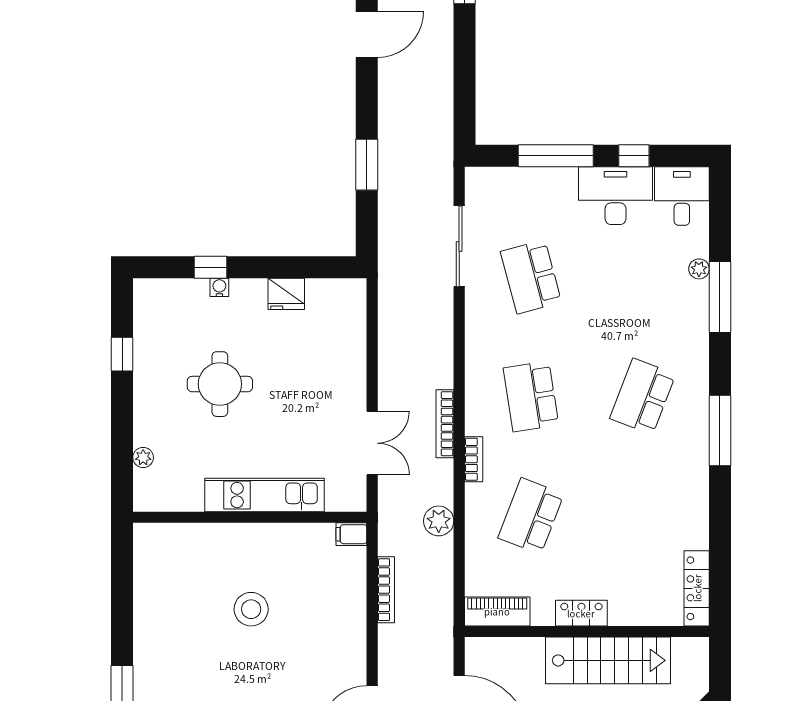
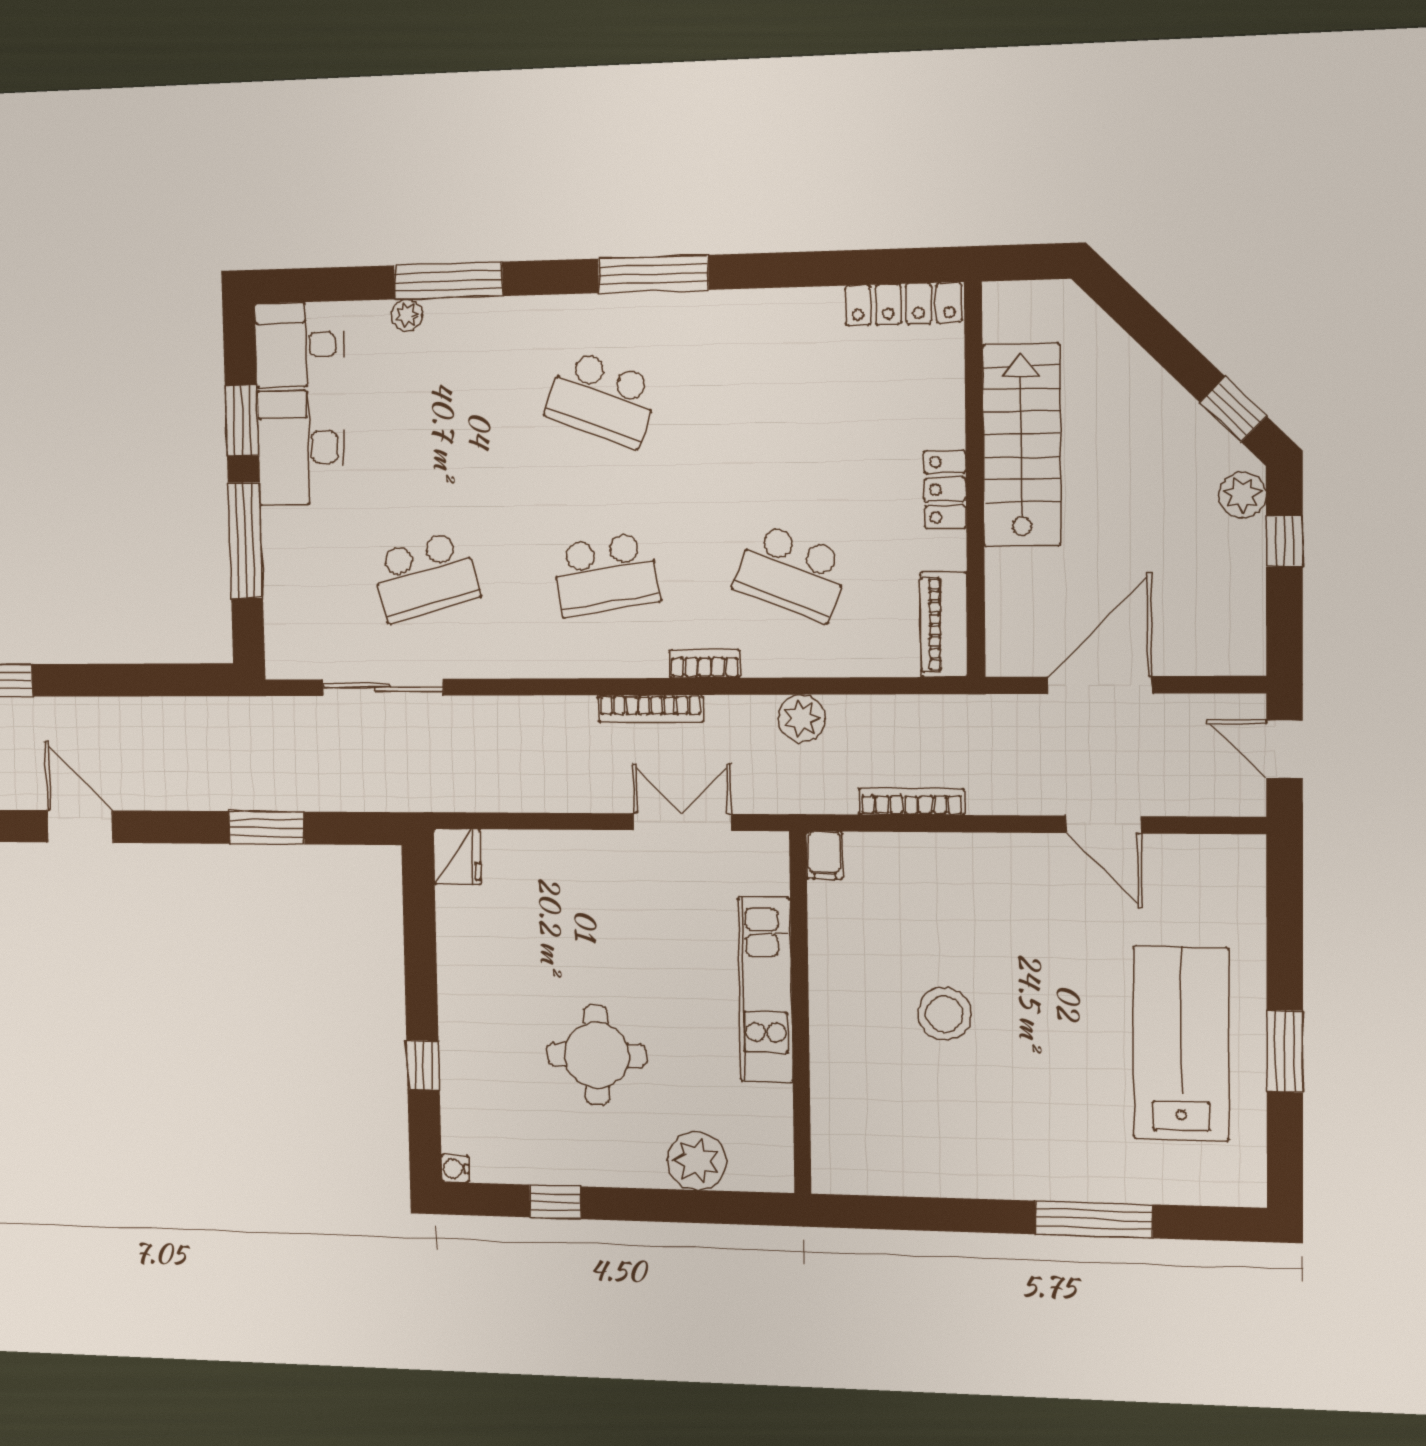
window: (634, 156) -> (242, 421), width x1.50
water cooler: (219, 287) -> (455, 1169), moved
fridge: (286, 294) -> (457, 857), moved
plant: (143, 457) -> (697, 1161), width x1.87, depth x1.87

